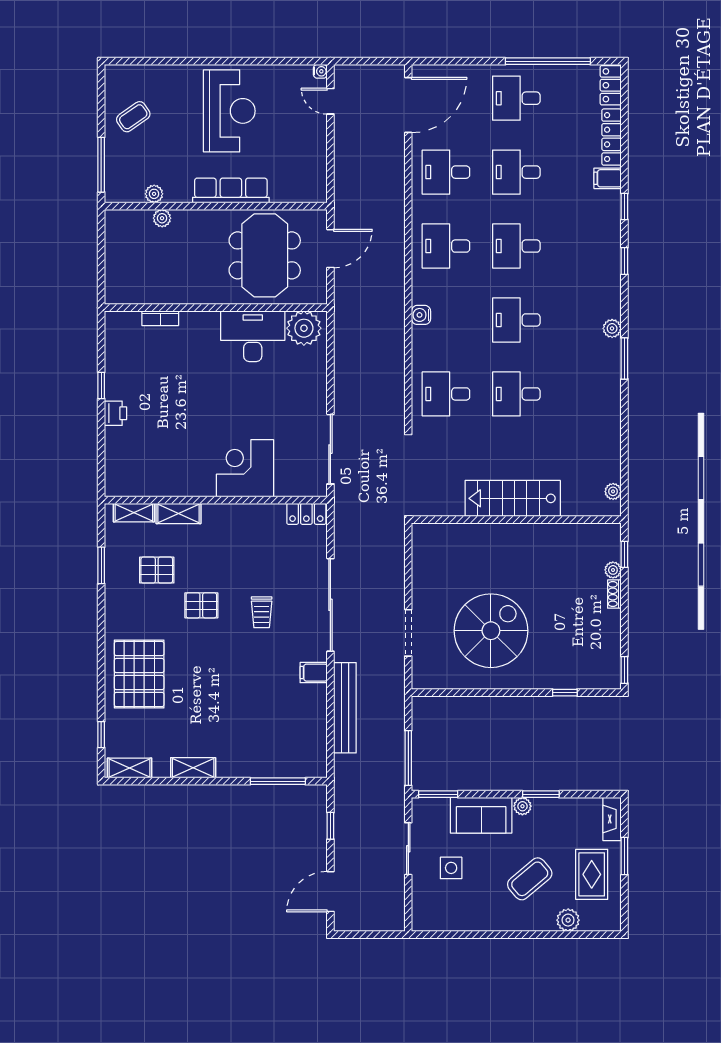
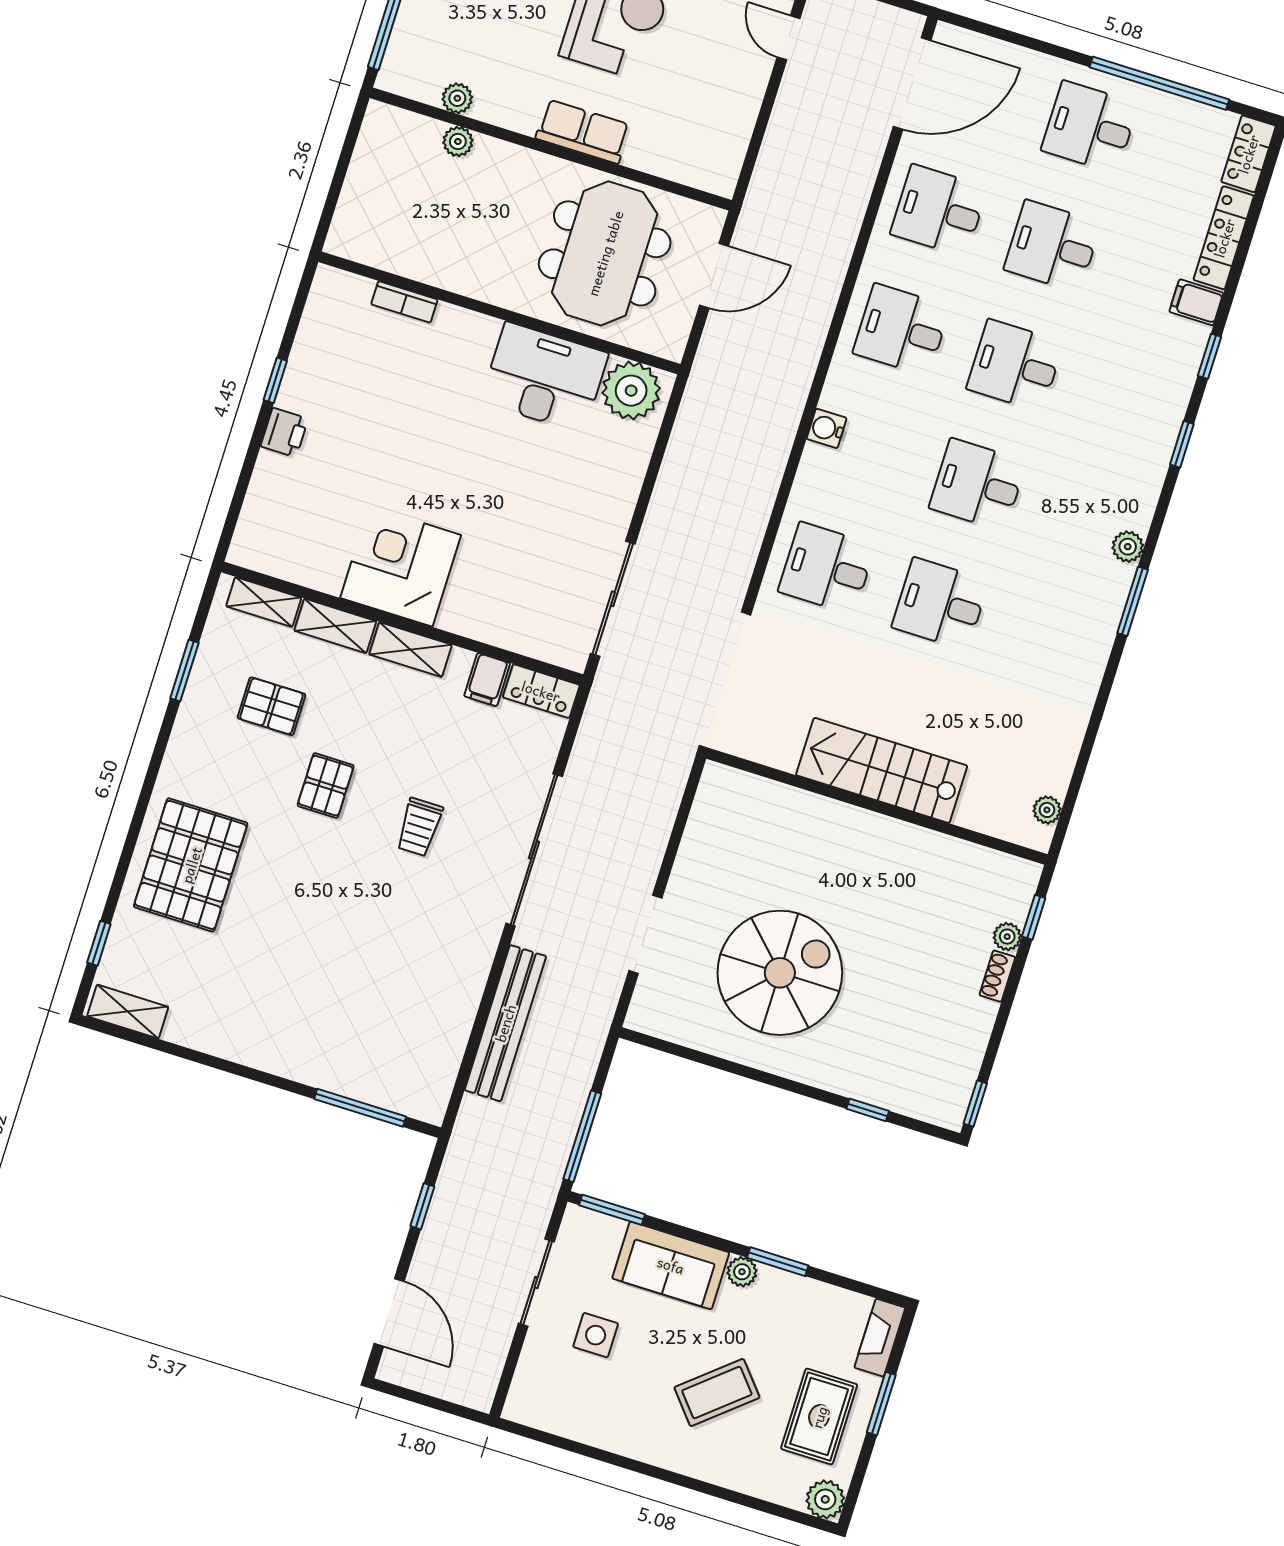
row of seats: (231, 190) -> (583, 132), width x0.68
corner desk: (245, 468) -> (401, 566), moved
pallet: (201, 605) -> (326, 786), turned 90
filing cabinet: (314, 673) -> (487, 680), moved, turned -90
shelving: (193, 768) -> (410, 650), moved
door: (330, 892) -> (389, 1312), swing flipped
plant: (568, 920) -> (825, 1499), moved

